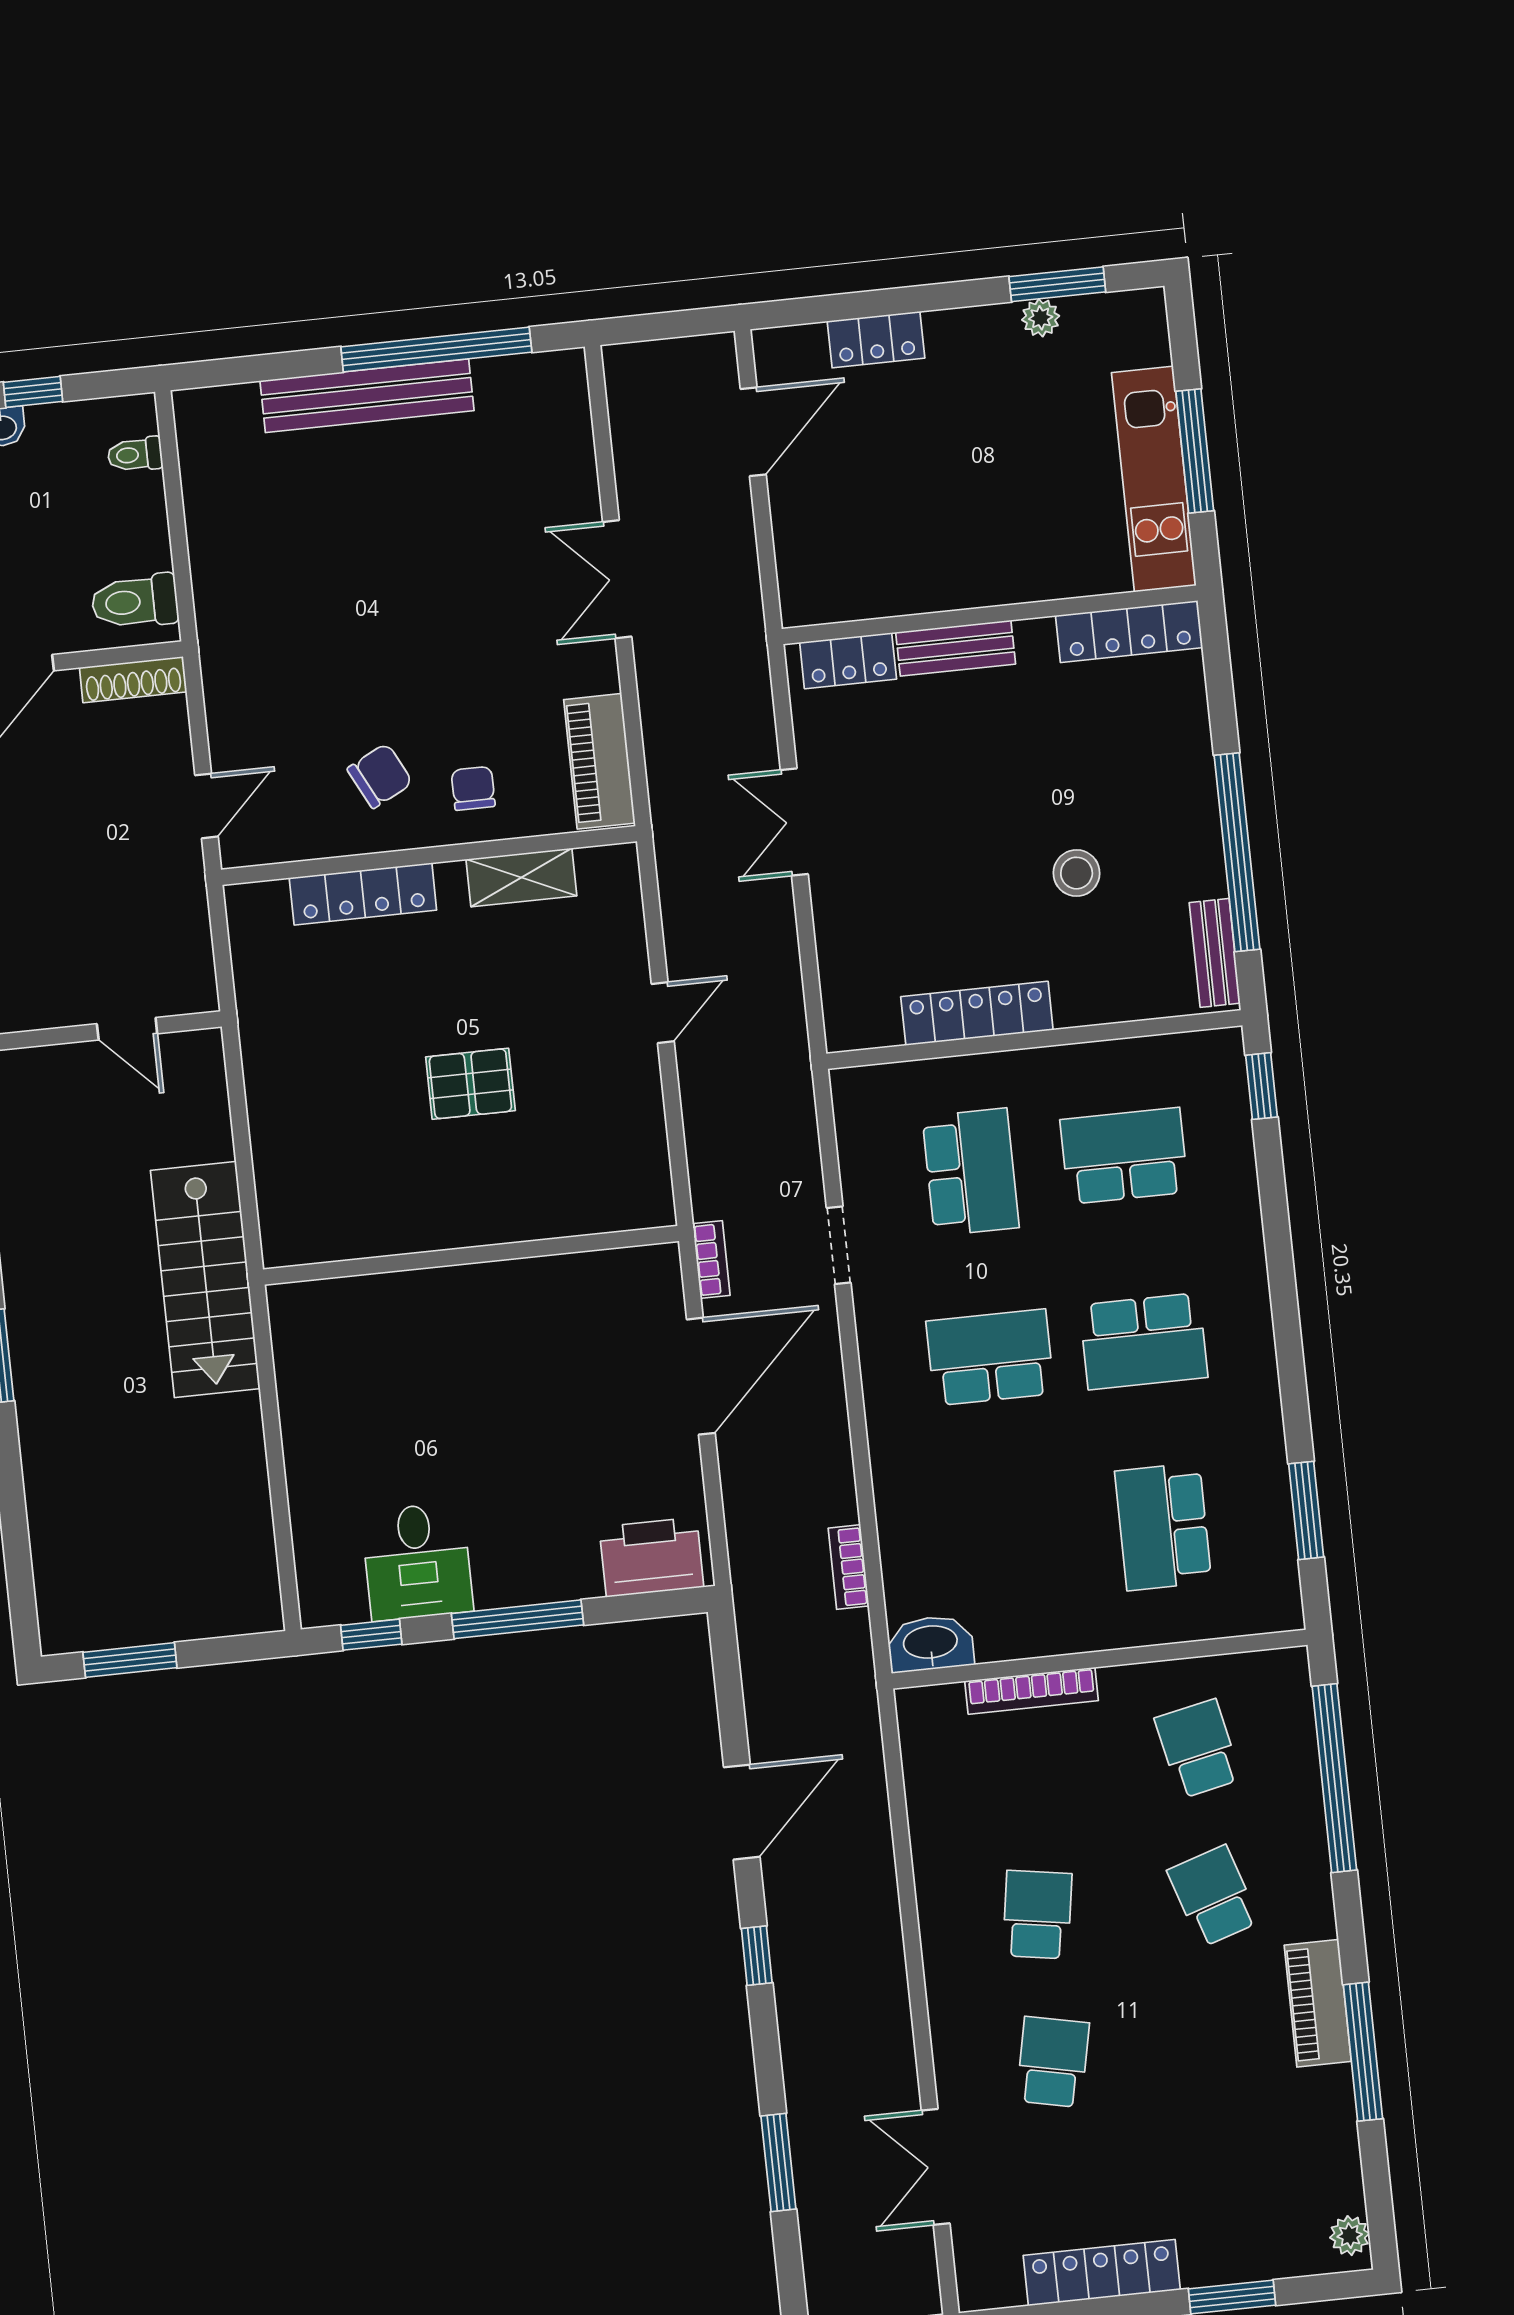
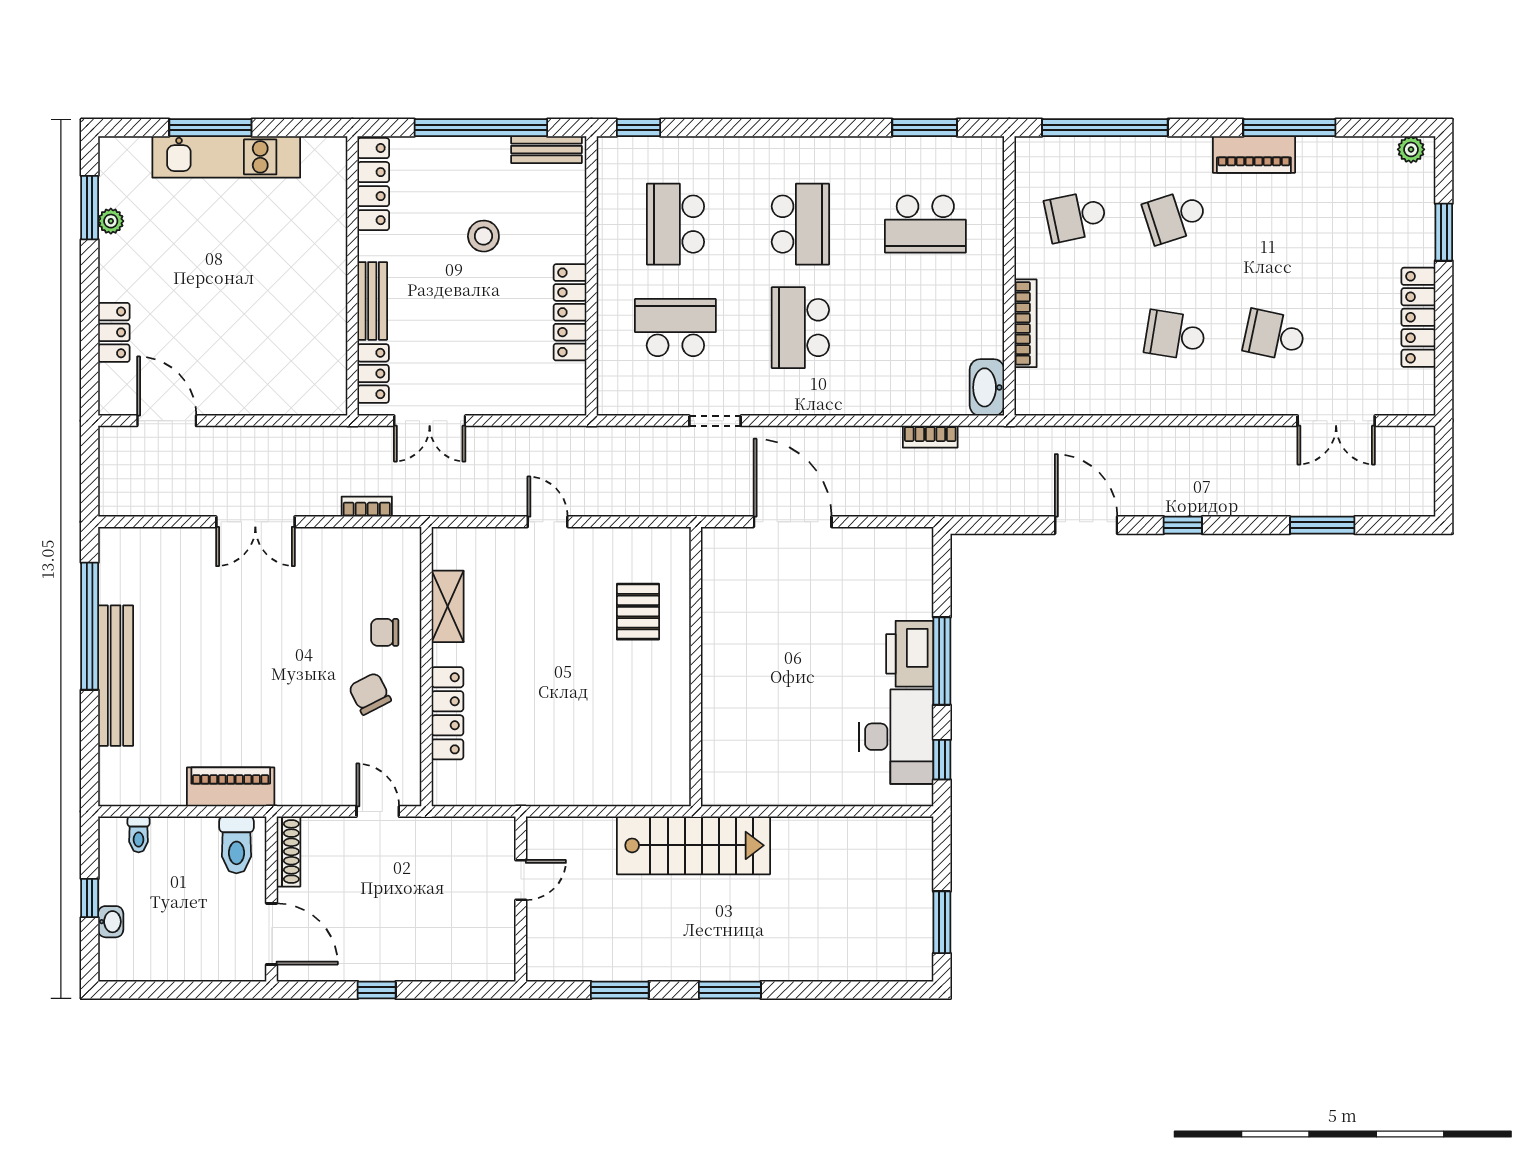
wall: (990, 615) -> (352, 276), moved
locker: (1129, 632) -> (373, 184), moved
bench: (956, 648) -> (372, 301), moved
locker: (848, 661) -> (373, 374), moved
piano: (599, 761) -> (231, 787), moved, turned 180
pallet: (470, 1084) -> (638, 612), moved
bookcase: (711, 1260) -> (367, 507), moved
printer: (651, 1557) -> (910, 654), moved
desk: (417, 1561) -> (896, 737), width x1.37

